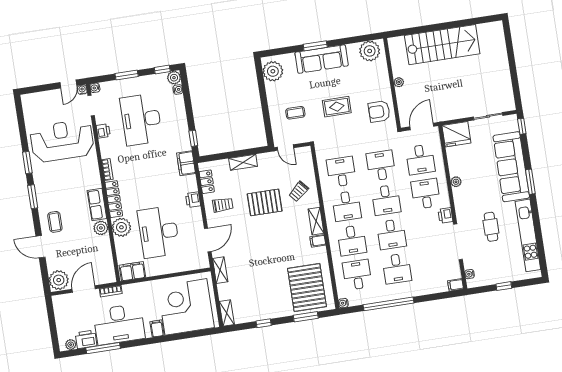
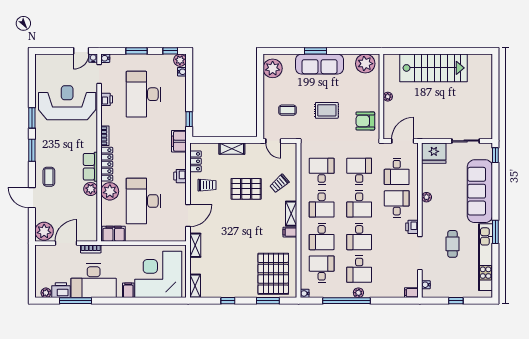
window: (530, 182) -> (495, 232), moved
plant: (400, 294) -> (358, 293), added

